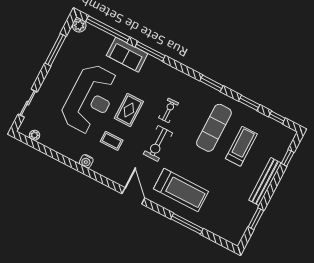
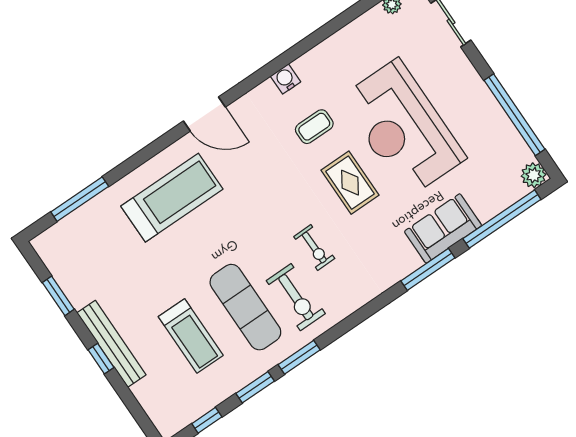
window: (55, 50) -> (514, 115), width x1.46
window: (211, 83) -> (299, 357), moved
exercise bike: (158, 143) -> (296, 297), moved, turned 180
window: (288, 158) -> (101, 359), moved
water cooler: (86, 161) -> (286, 79), moved
treadmill: (181, 190) -> (172, 198), turned 180
window: (187, 224) -> (80, 199), moved

